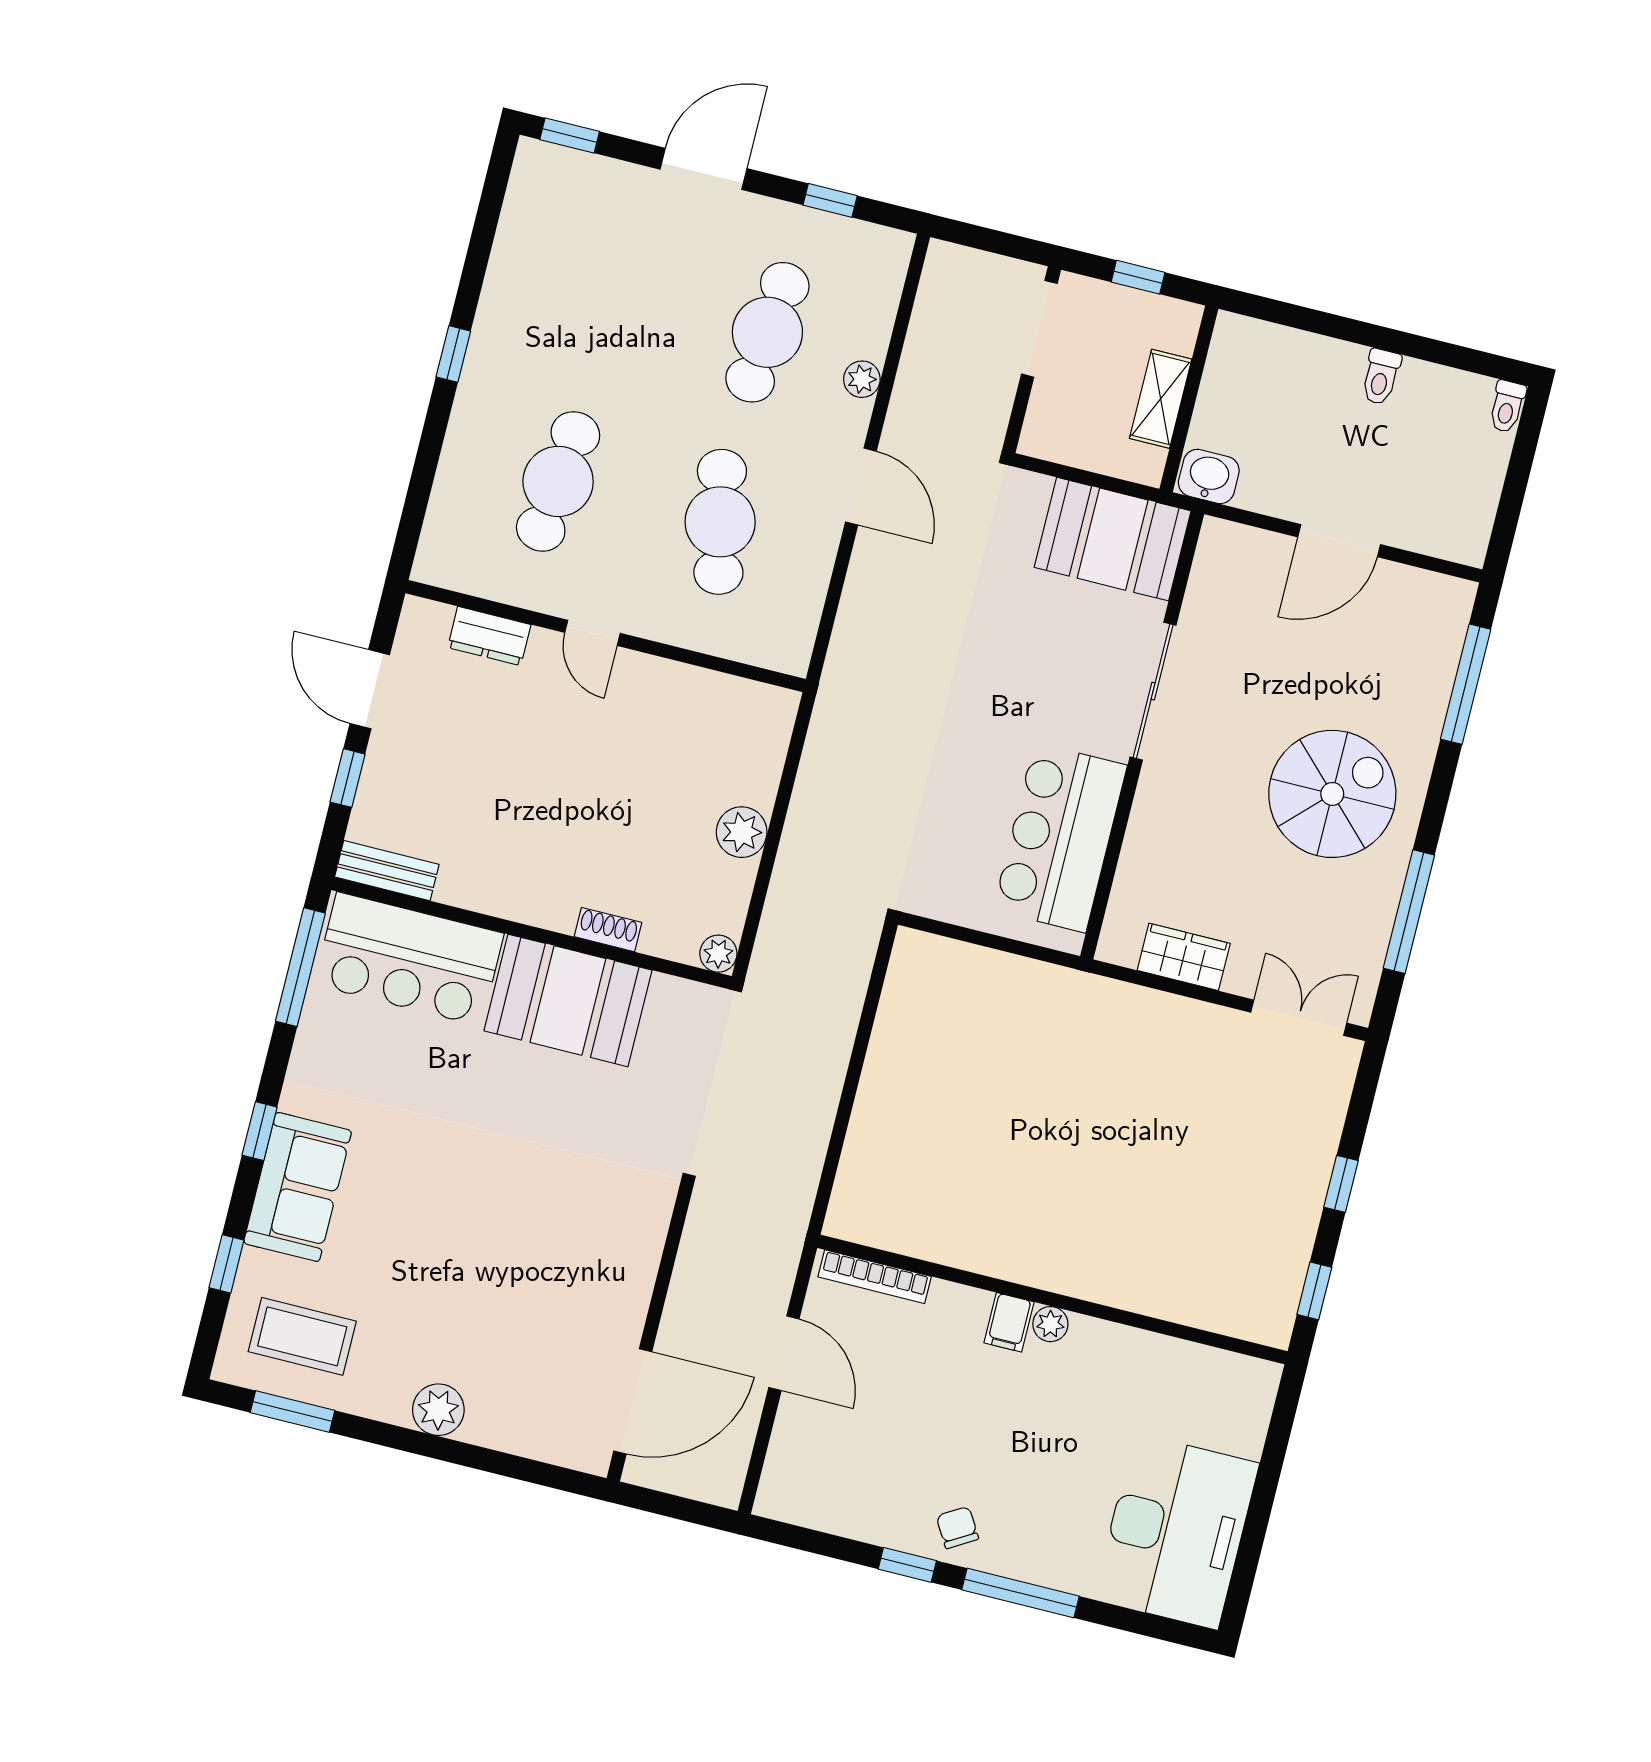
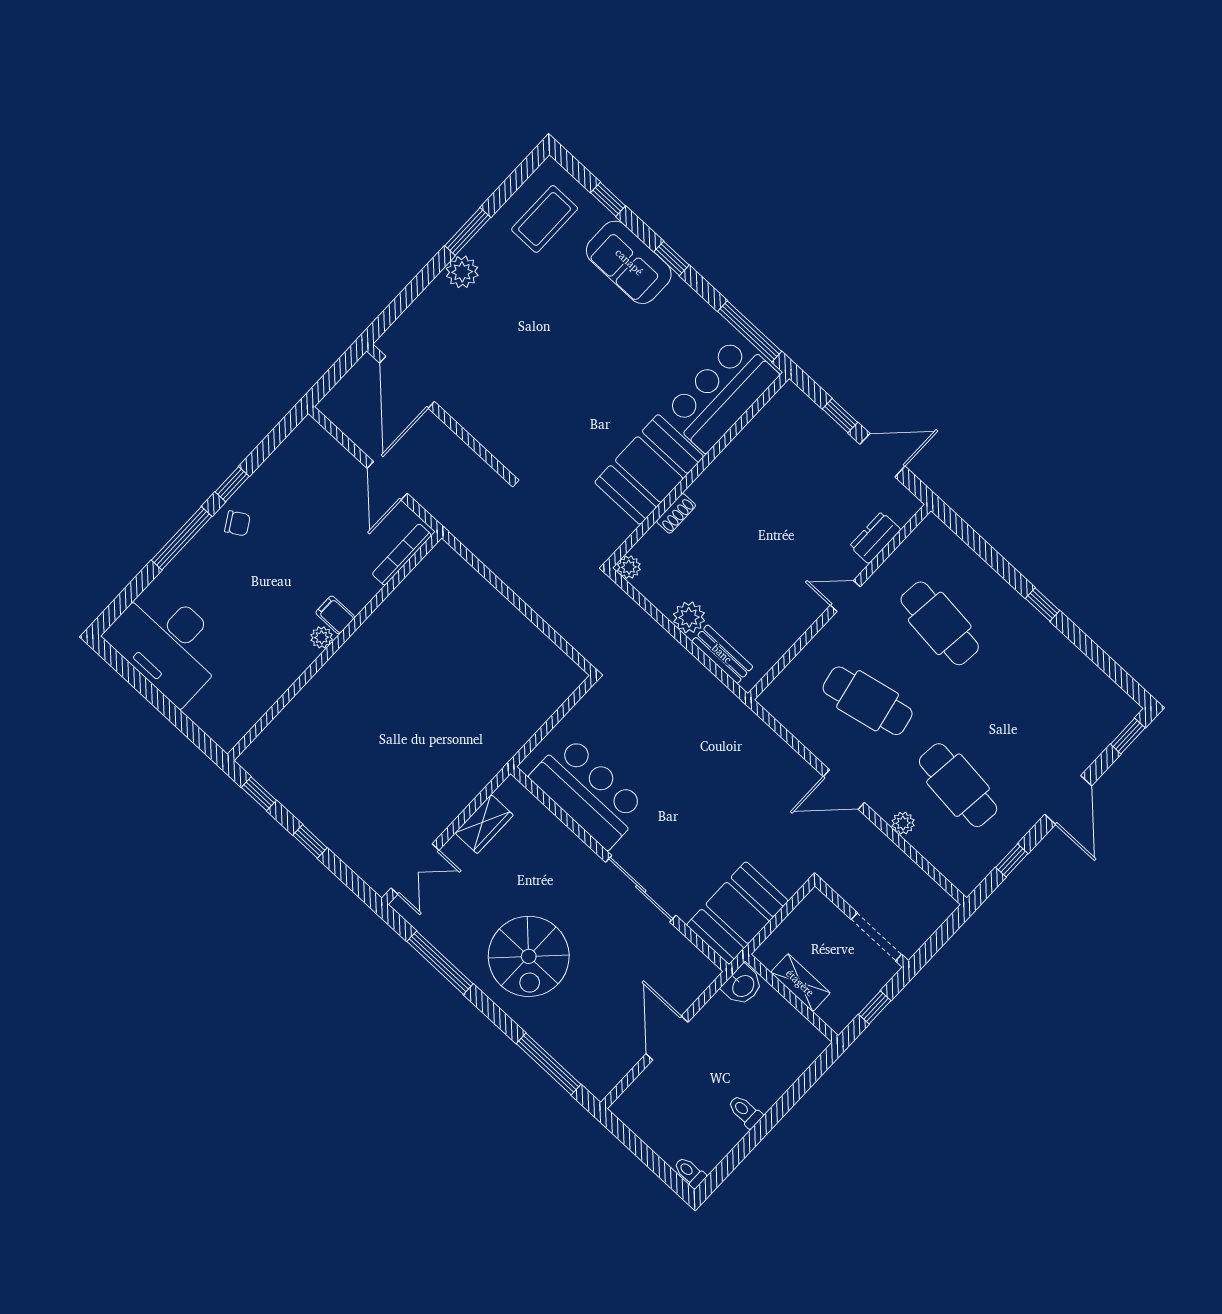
bench: (387, 871) -> (722, 654), moved, turned 90
door: (784, 1353) -> (387, 481), hinge flipped
window: (292, 1412) -> (468, 232), moved

